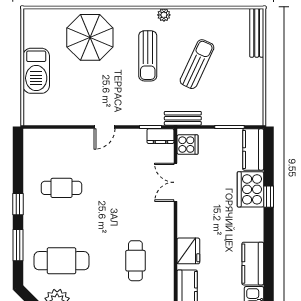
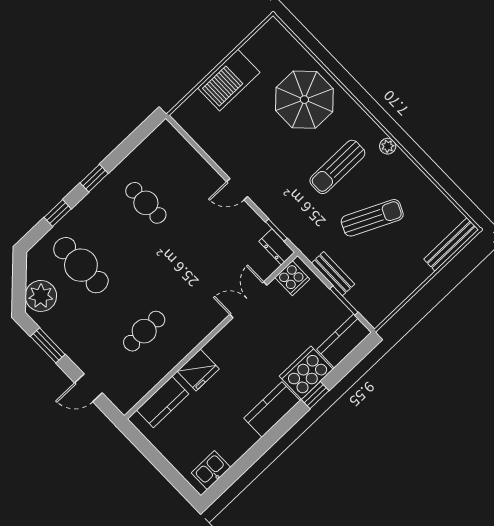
bench: (183, 118) -> (333, 274), moved
window: (18, 245) -> (58, 213), width x0.67
kitchen counter: (253, 264) -> (272, 409), moved

